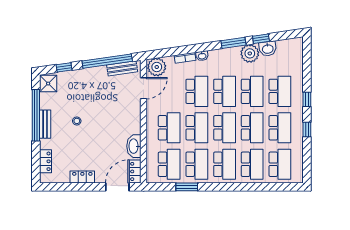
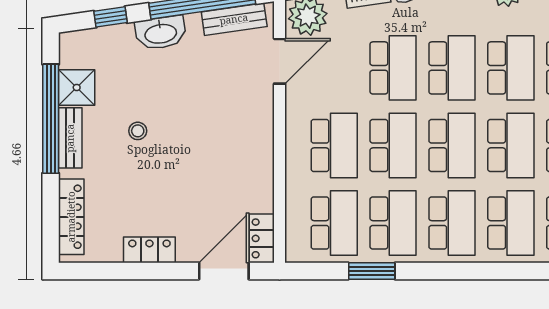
shower: (48, 84) -> (77, 87), moved
washbasin: (134, 146) -> (161, 33), moved, turned -98
locker: (46, 161) -> (71, 217), width x1.53

